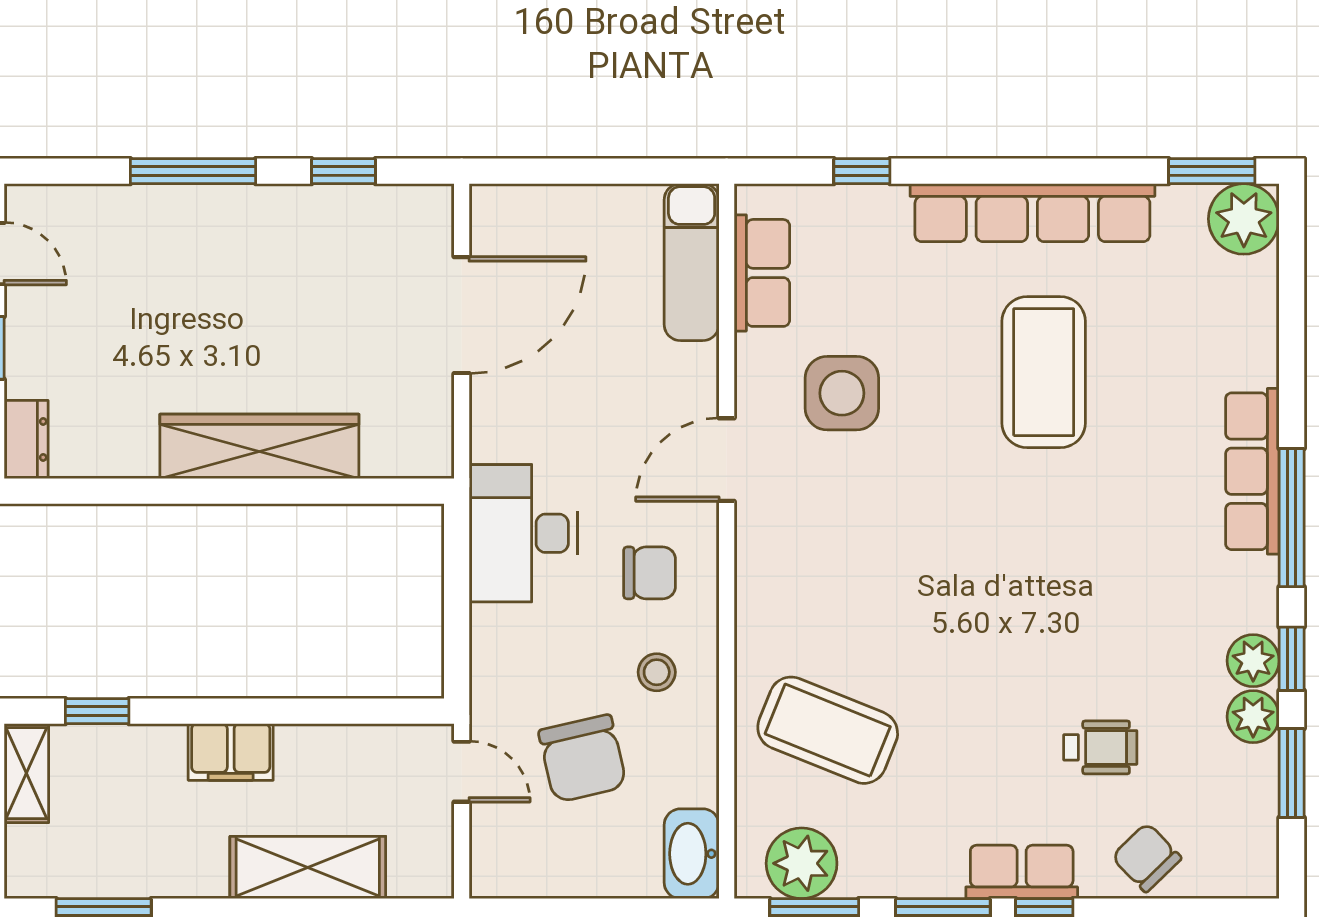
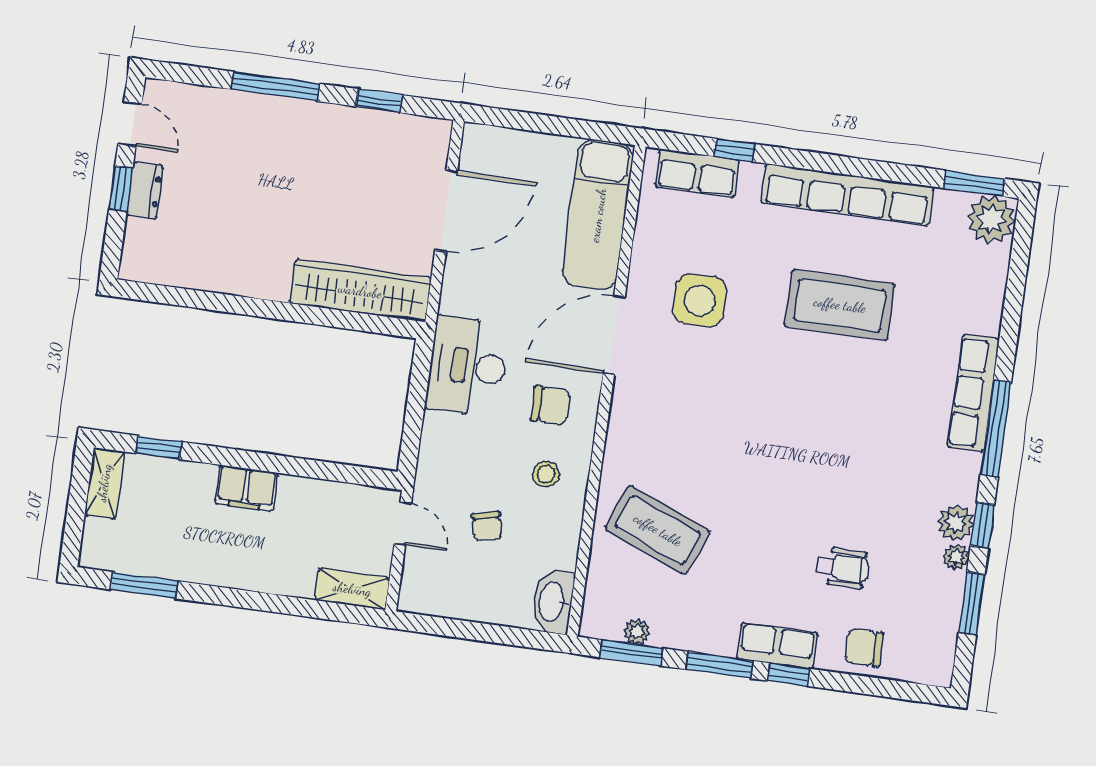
exam couch: (692, 262) -> (598, 215), width x1.36, depth x1.45
row of seats: (762, 273) -> (697, 173), moved, turned 90
coffee table: (1044, 372) -> (840, 305), turned 90
dresser: (26, 439) -> (145, 190), moved
wardrobe: (259, 446) -> (360, 291), moved
door: (727, 460) -> (614, 335), width x1.36
plant: (1253, 717) -> (956, 557), width x0.73, depth x0.73
chair: (583, 759) -> (487, 526), width x0.54, depth x0.54
chair: (1147, 857) -> (864, 648), turned -46
plant: (802, 863) -> (637, 632), width x0.53, depth x0.53
shelving: (308, 868) -> (352, 589), moved, width x0.67, depth x0.75

